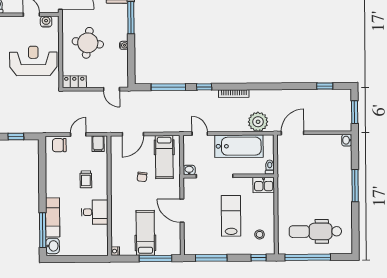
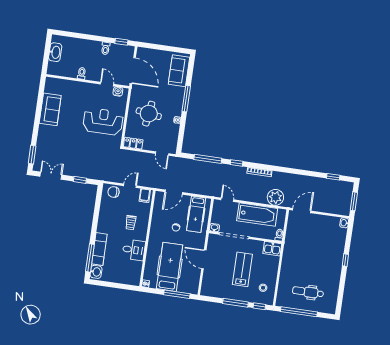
window: (355, 186) -> (345, 260), width x0.46
dental chair: (315, 231) -> (308, 292), width x0.73, depth x0.72
hospital bed: (145, 233) -> (170, 267), width x1.37, depth x1.29
window: (211, 258) -> (235, 303), moved

